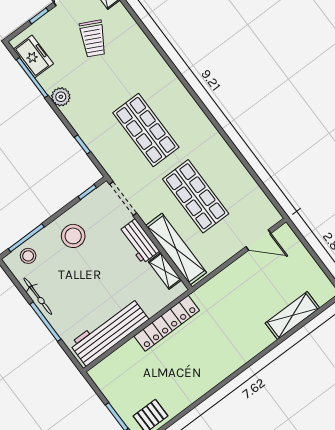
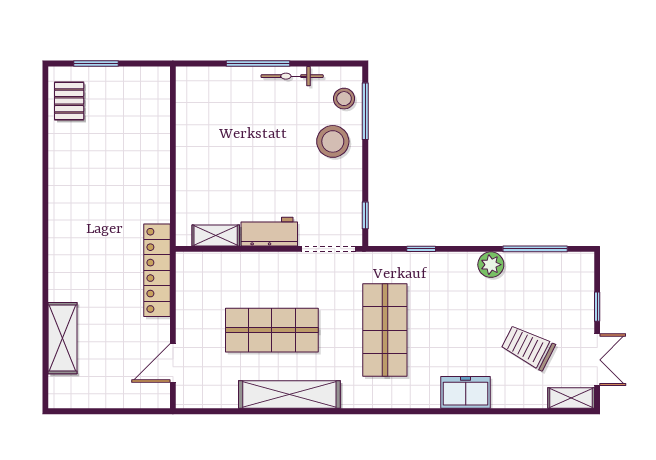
freezer: (33, 56) -> (466, 392), moved, turned 180
shop shelf: (146, 130) -> (385, 330), turned 90
stool: (73, 236) -> (333, 141), moved
shelving: (176, 249) -> (289, 395), moved
locker: (167, 323) -> (157, 270), moved
workbench: (109, 332) -> (195, 125), removed

